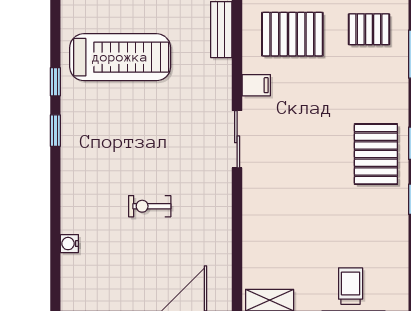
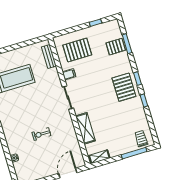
pallet: (369, 29) -> (116, 47), moved
shelving: (257, 224) -> (85, 128), added
trolley: (351, 286) -> (141, 139), moved

